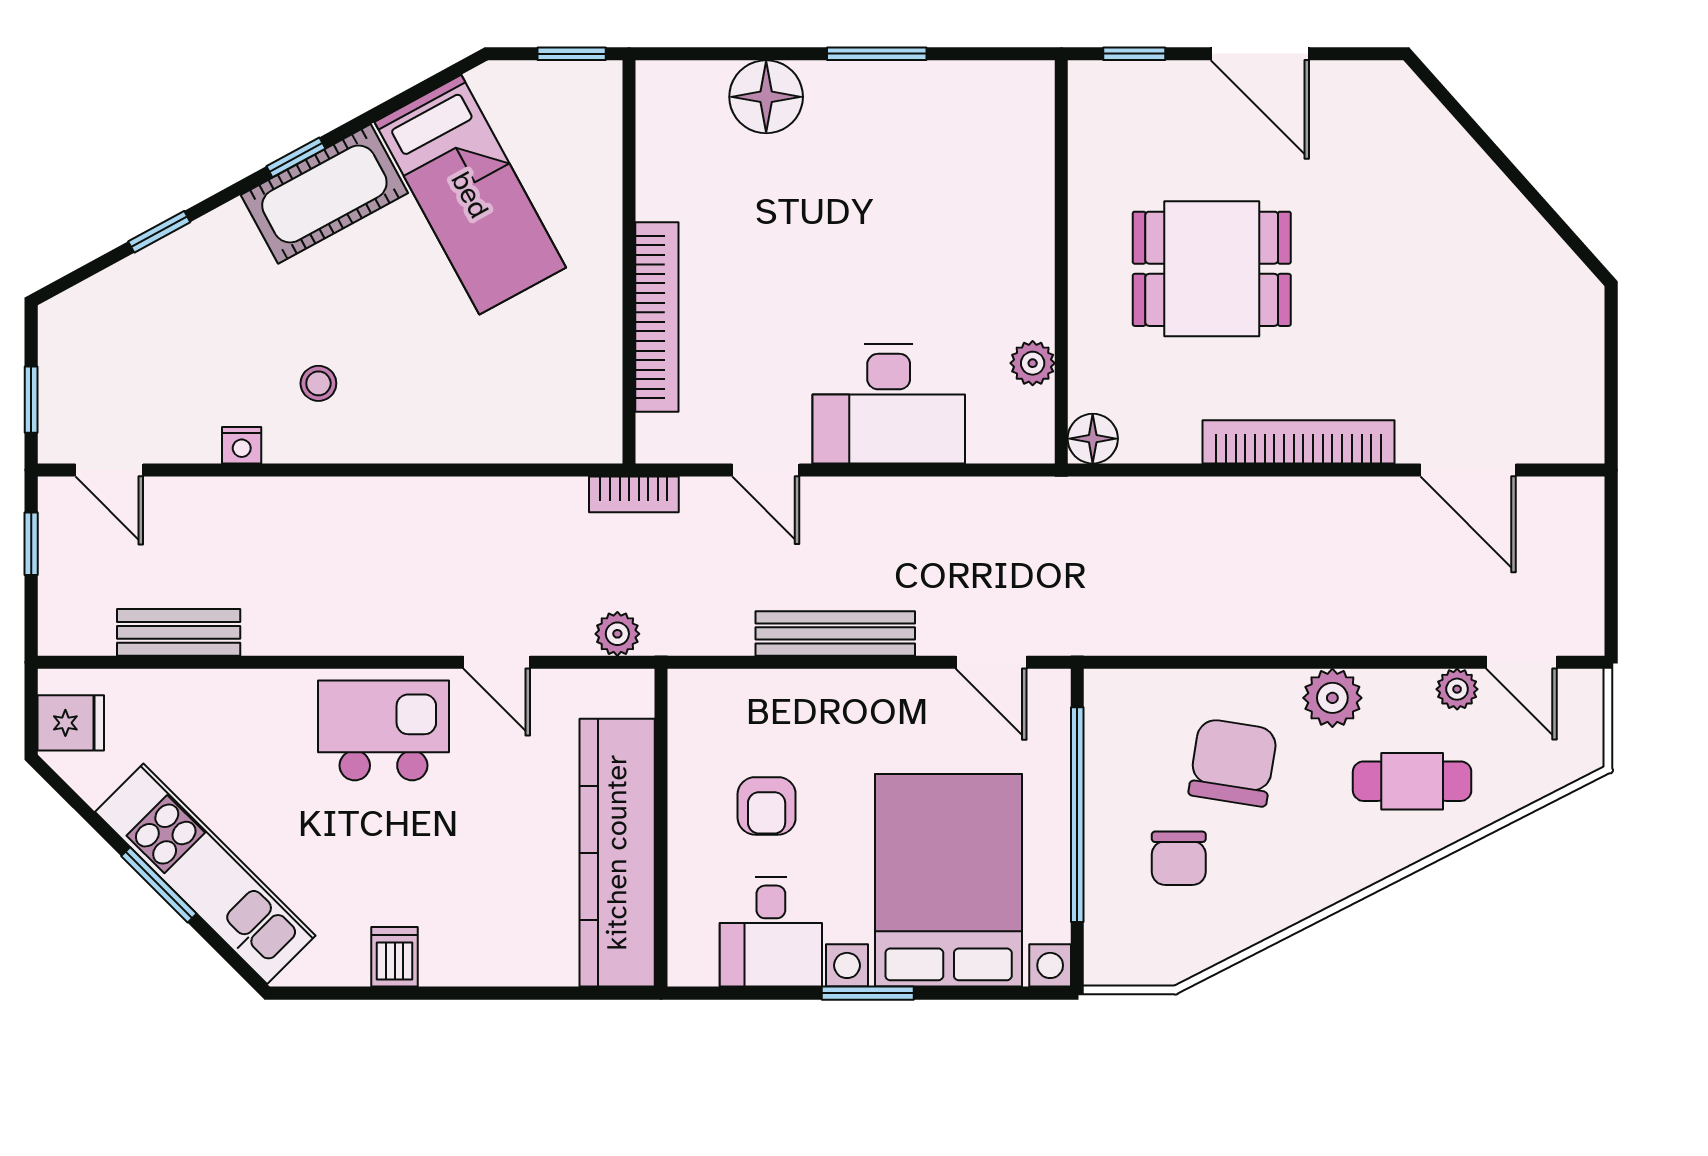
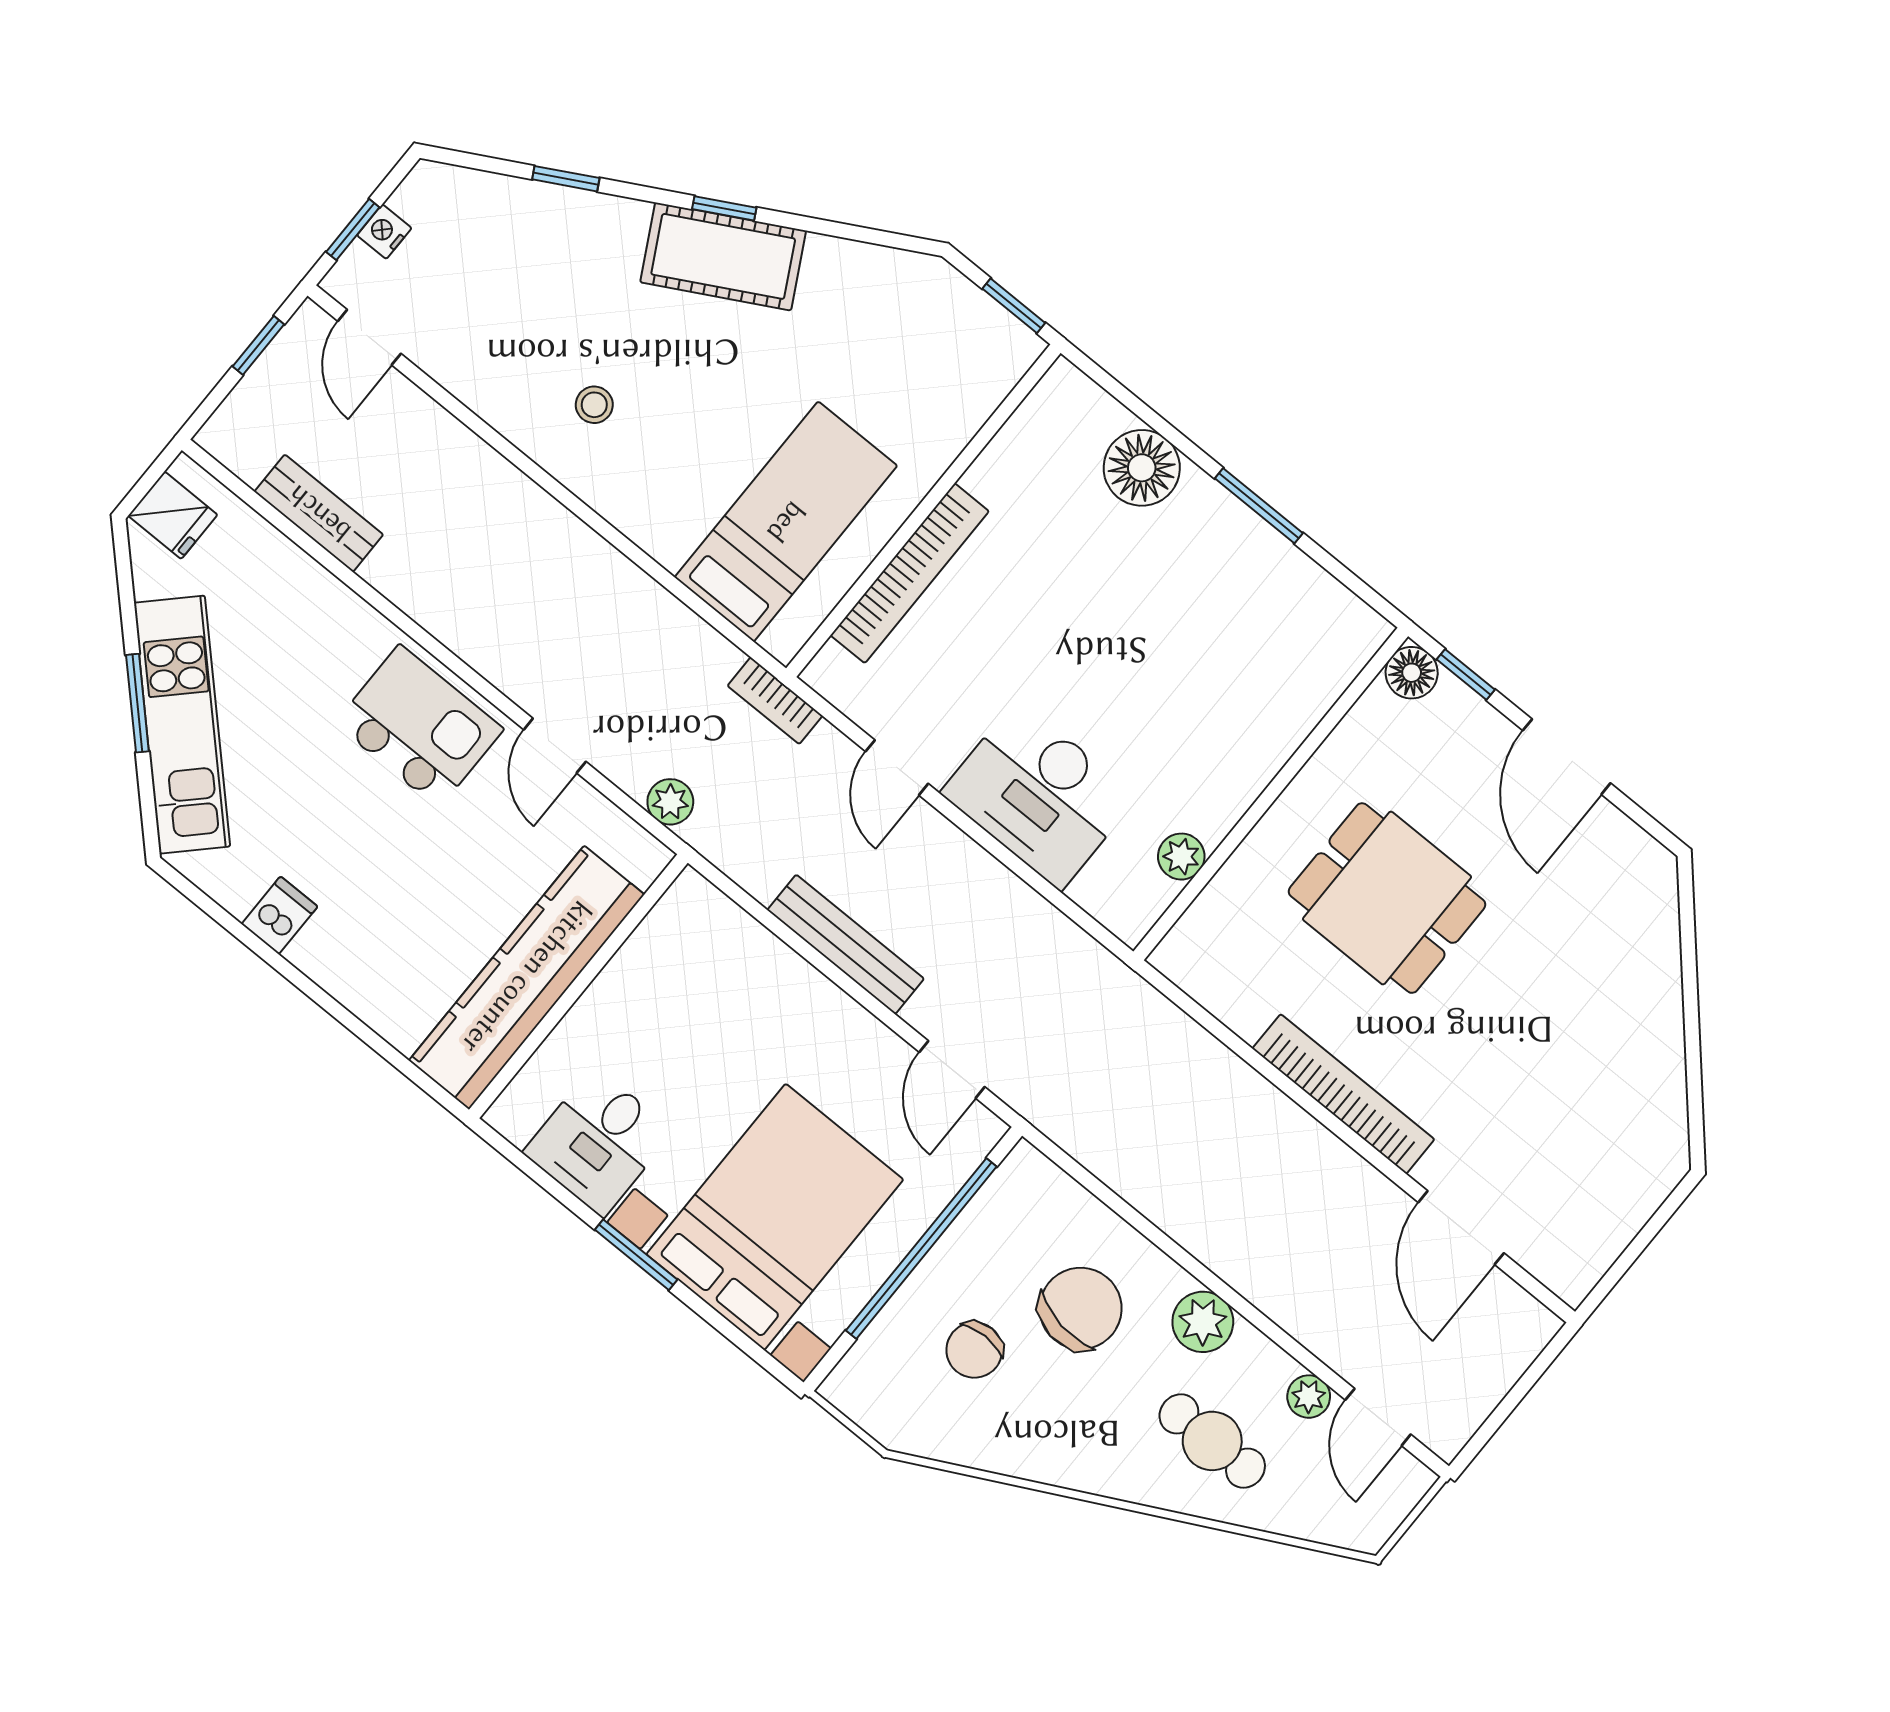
bed: (470, 195) -> (786, 522), moved, turned -151
floor lamp: (1093, 439) -> (1412, 673), moved
nightstand: (242, 445) -> (384, 232), moved, turned 90
armchair: (767, 806) -> (677, 1038), removed

